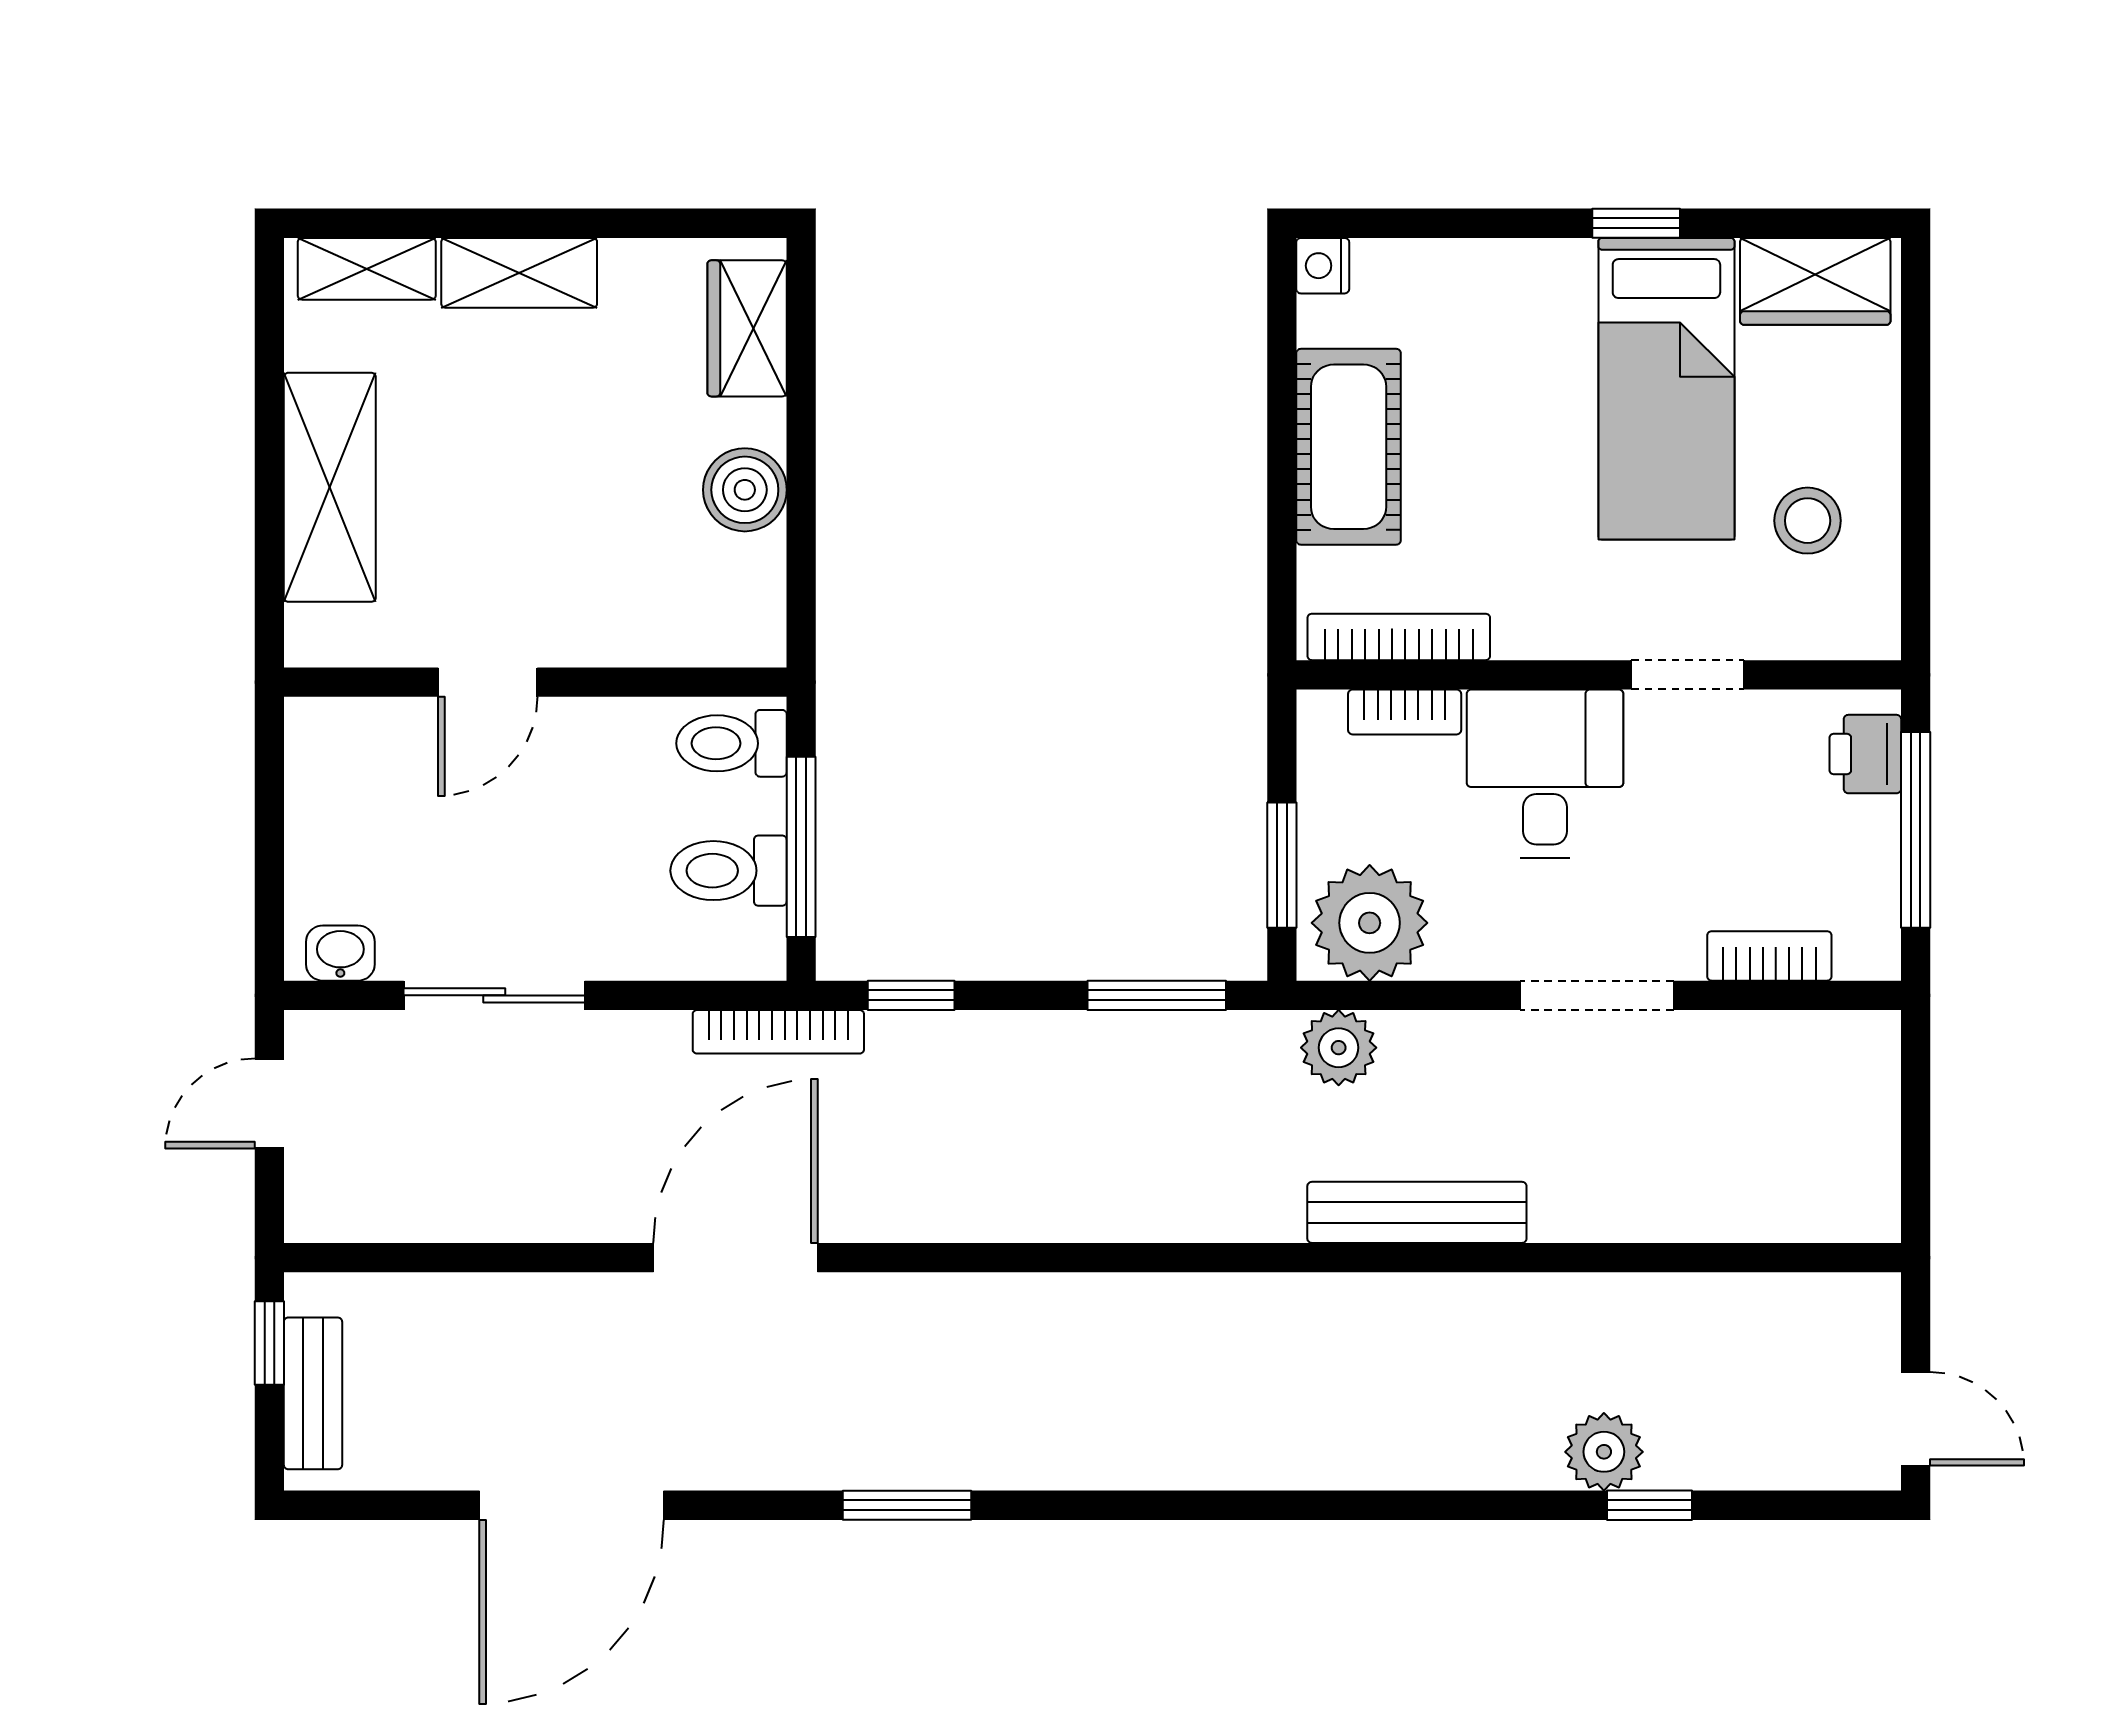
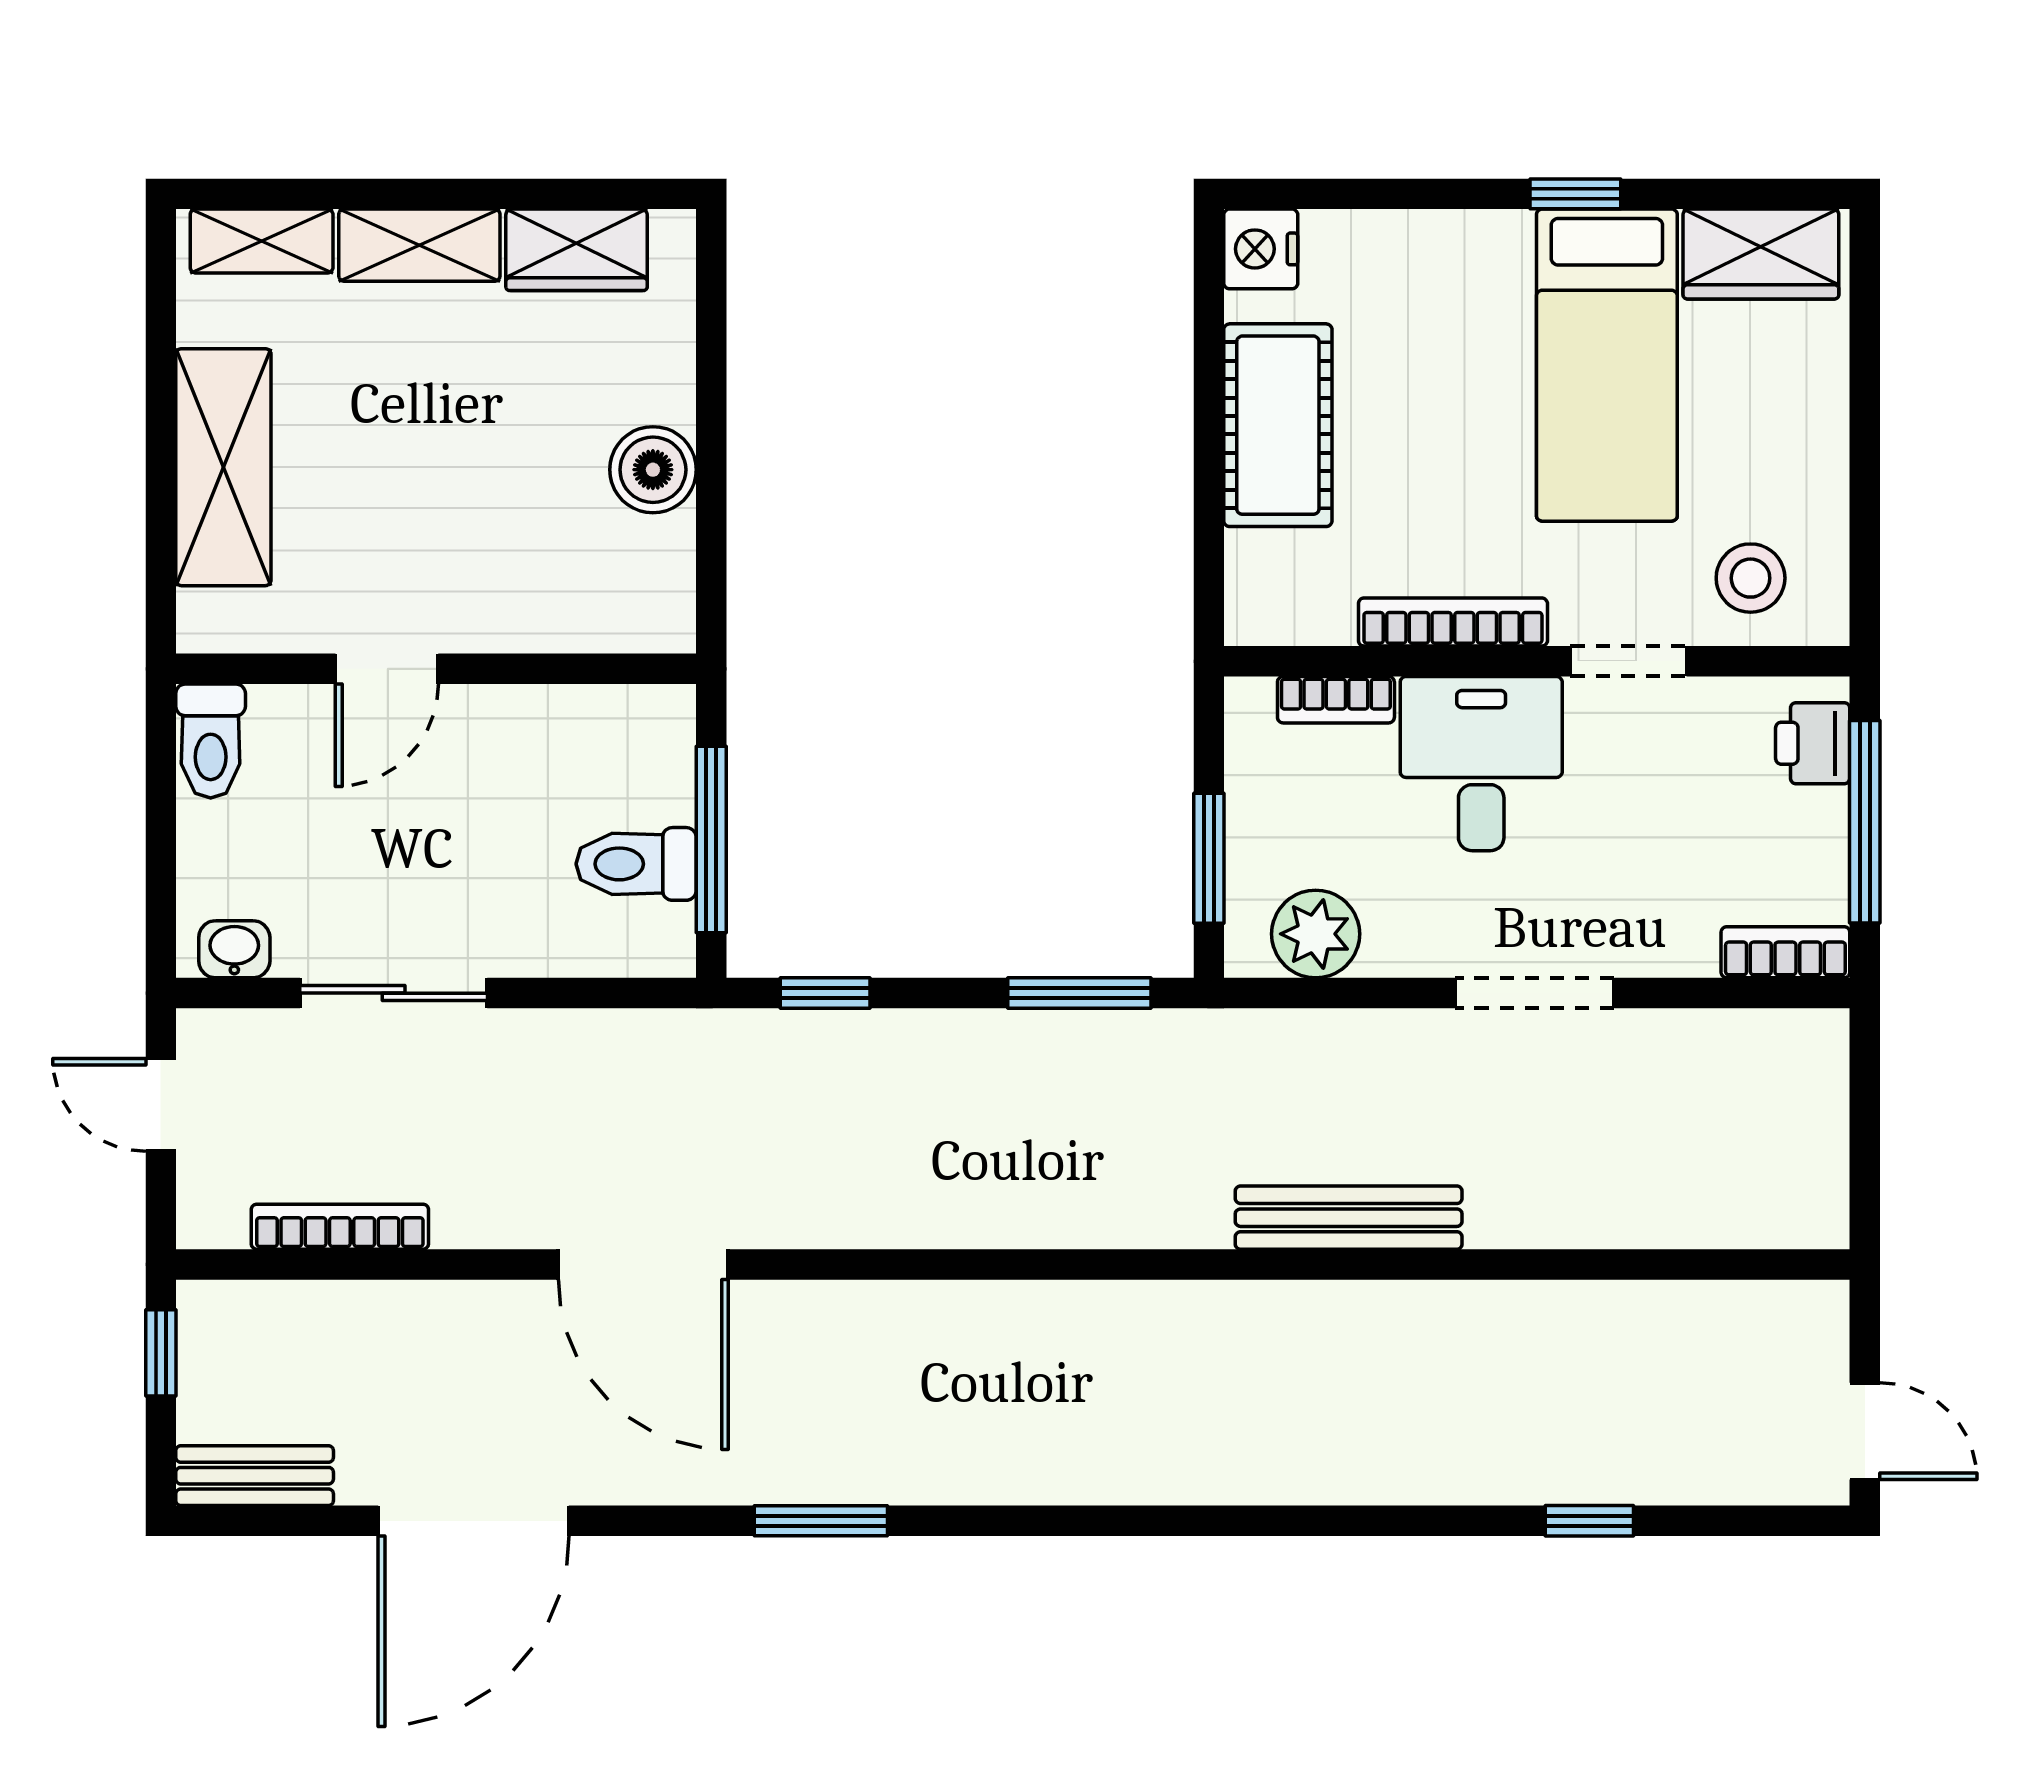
nightstand: (1323, 266) -> (1261, 249), width x1.39, depth x1.35
wardrobe: (747, 328) -> (577, 250), moved, turned -90
stool: (1808, 521) -> (1751, 578), moved
bookcase: (1399, 637) -> (1453, 622), moved
toilet: (731, 743) -> (211, 741), moved, turned -90
plant: (1370, 923) -> (1316, 934), width x0.73, depth x0.73
bookcase: (1769, 956) -> (1785, 952), moved
bookcase: (778, 1032) -> (340, 1227), moved, turned 180
plant: (1339, 1048) -> (1268, 1047), removed
door: (269, 1103) -> (161, 1105), hinge flipped
door: (735, 1258) -> (643, 1264), swing flipped
bench: (313, 1393) -> (255, 1476), moved, turned 90
plant: (1604, 1452) -> (1542, 1465), removed

